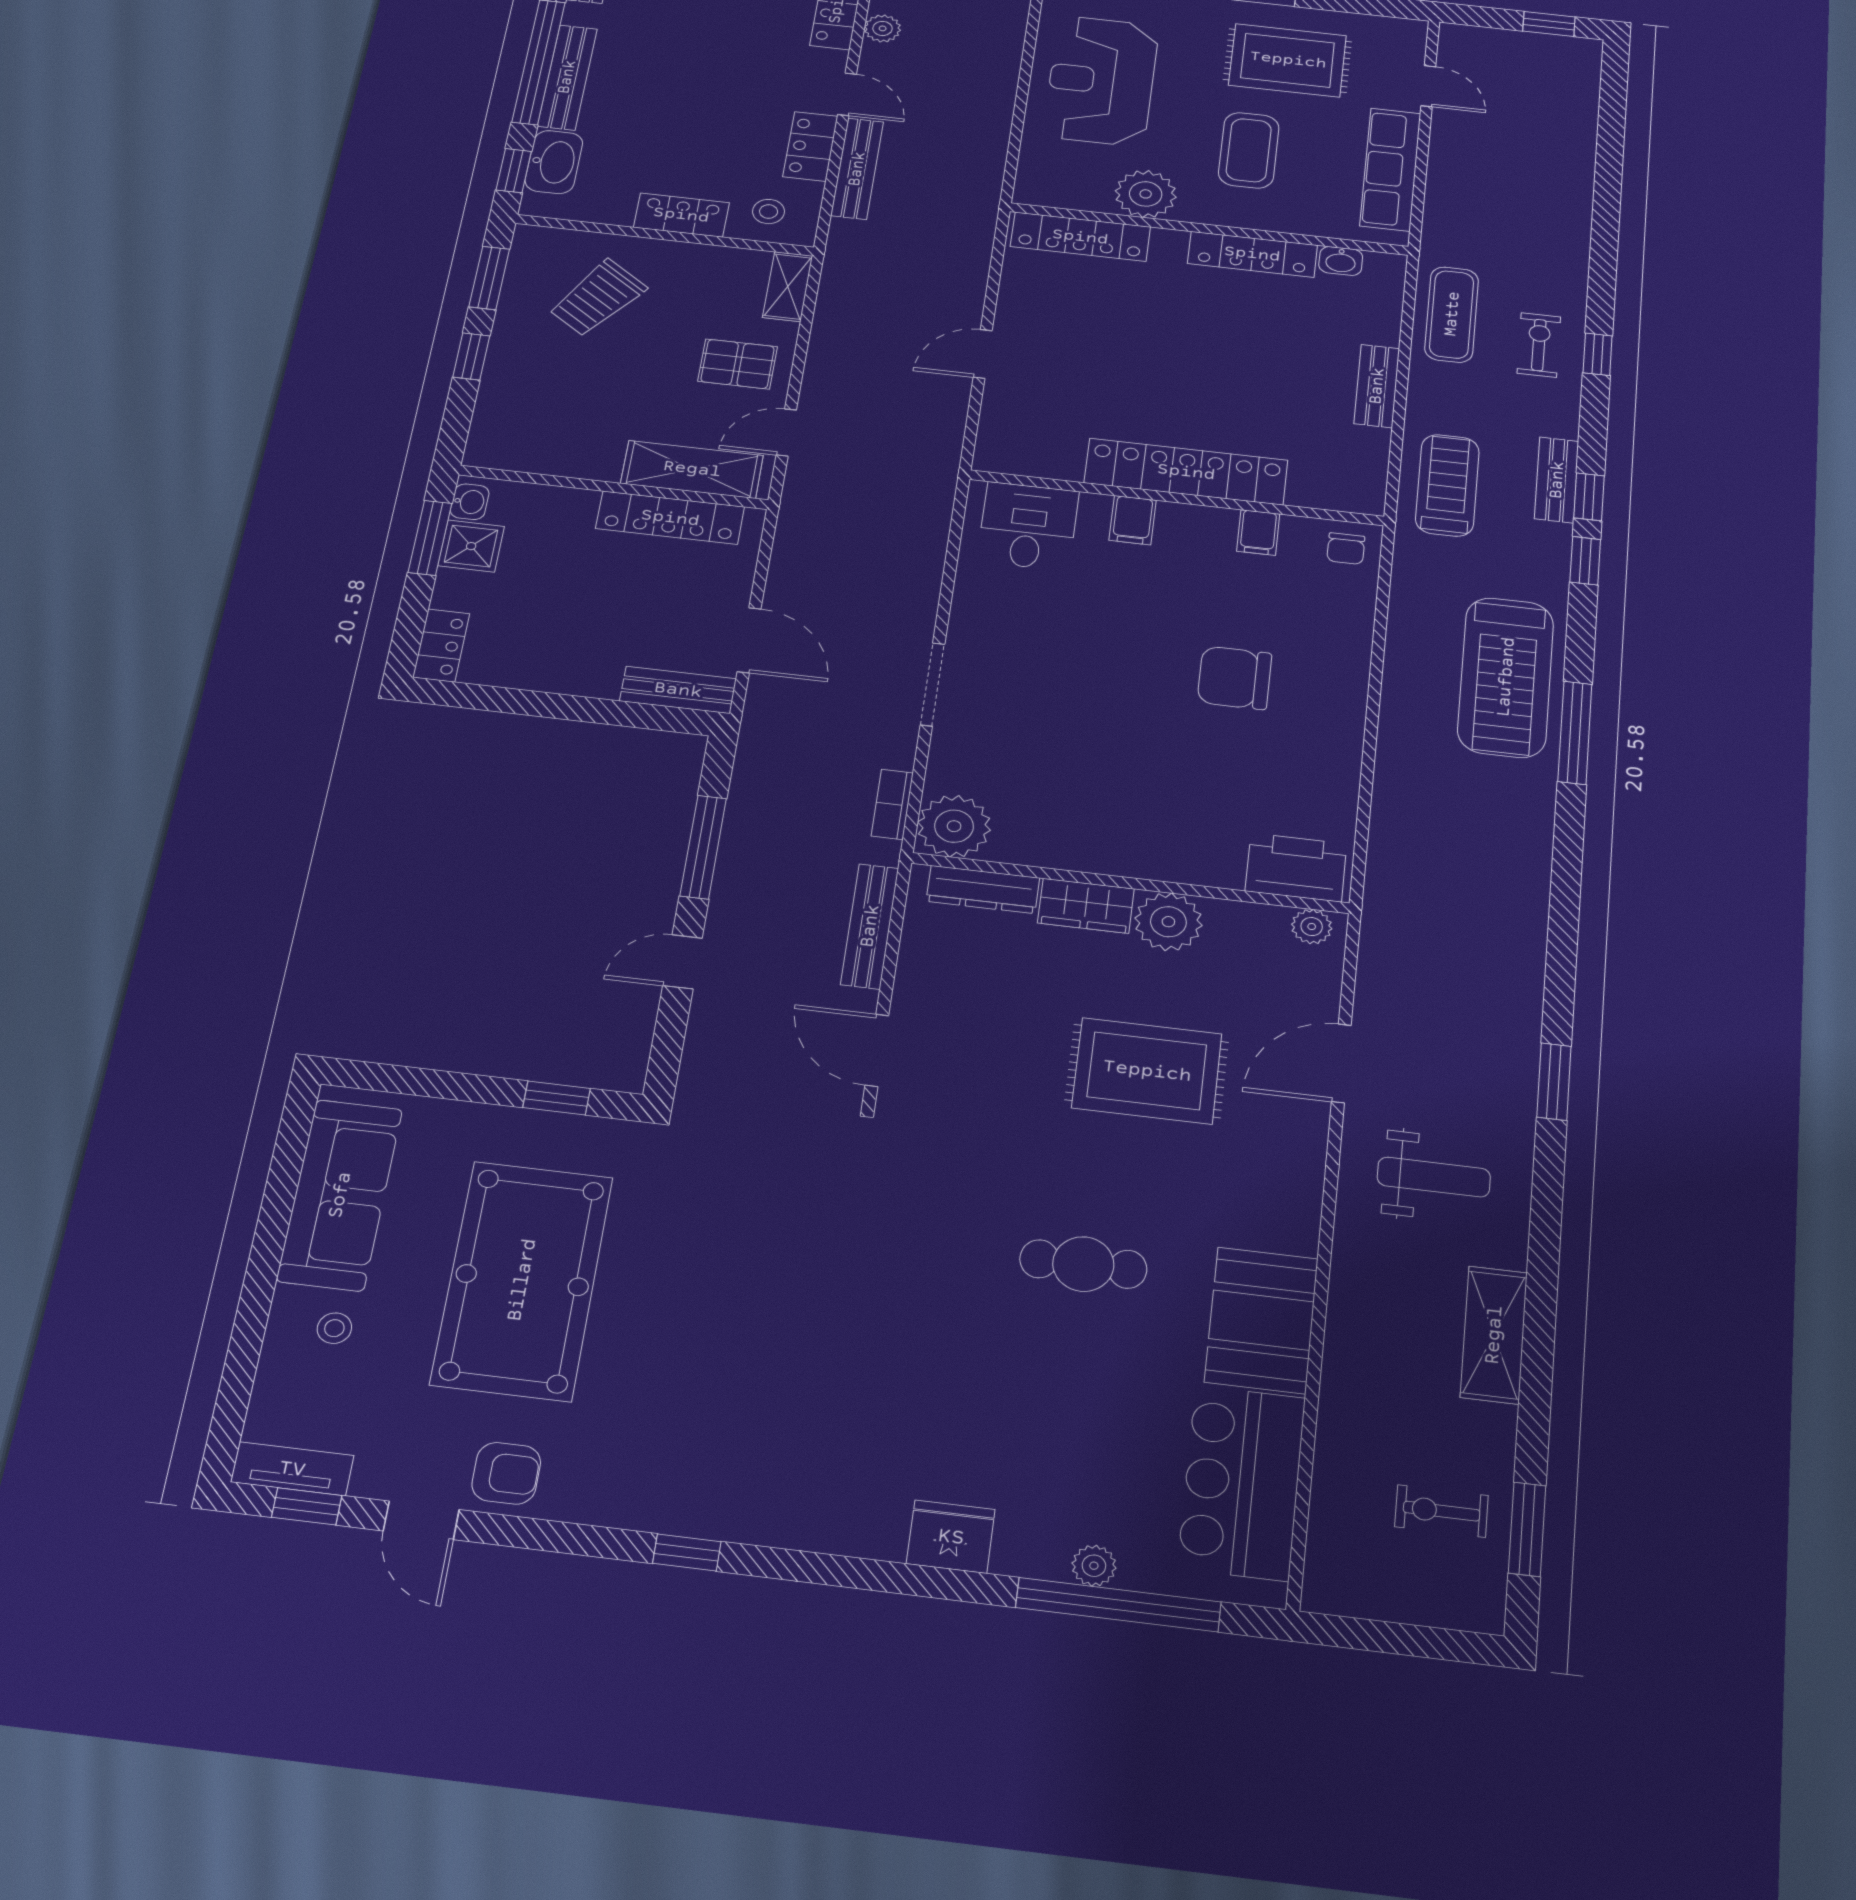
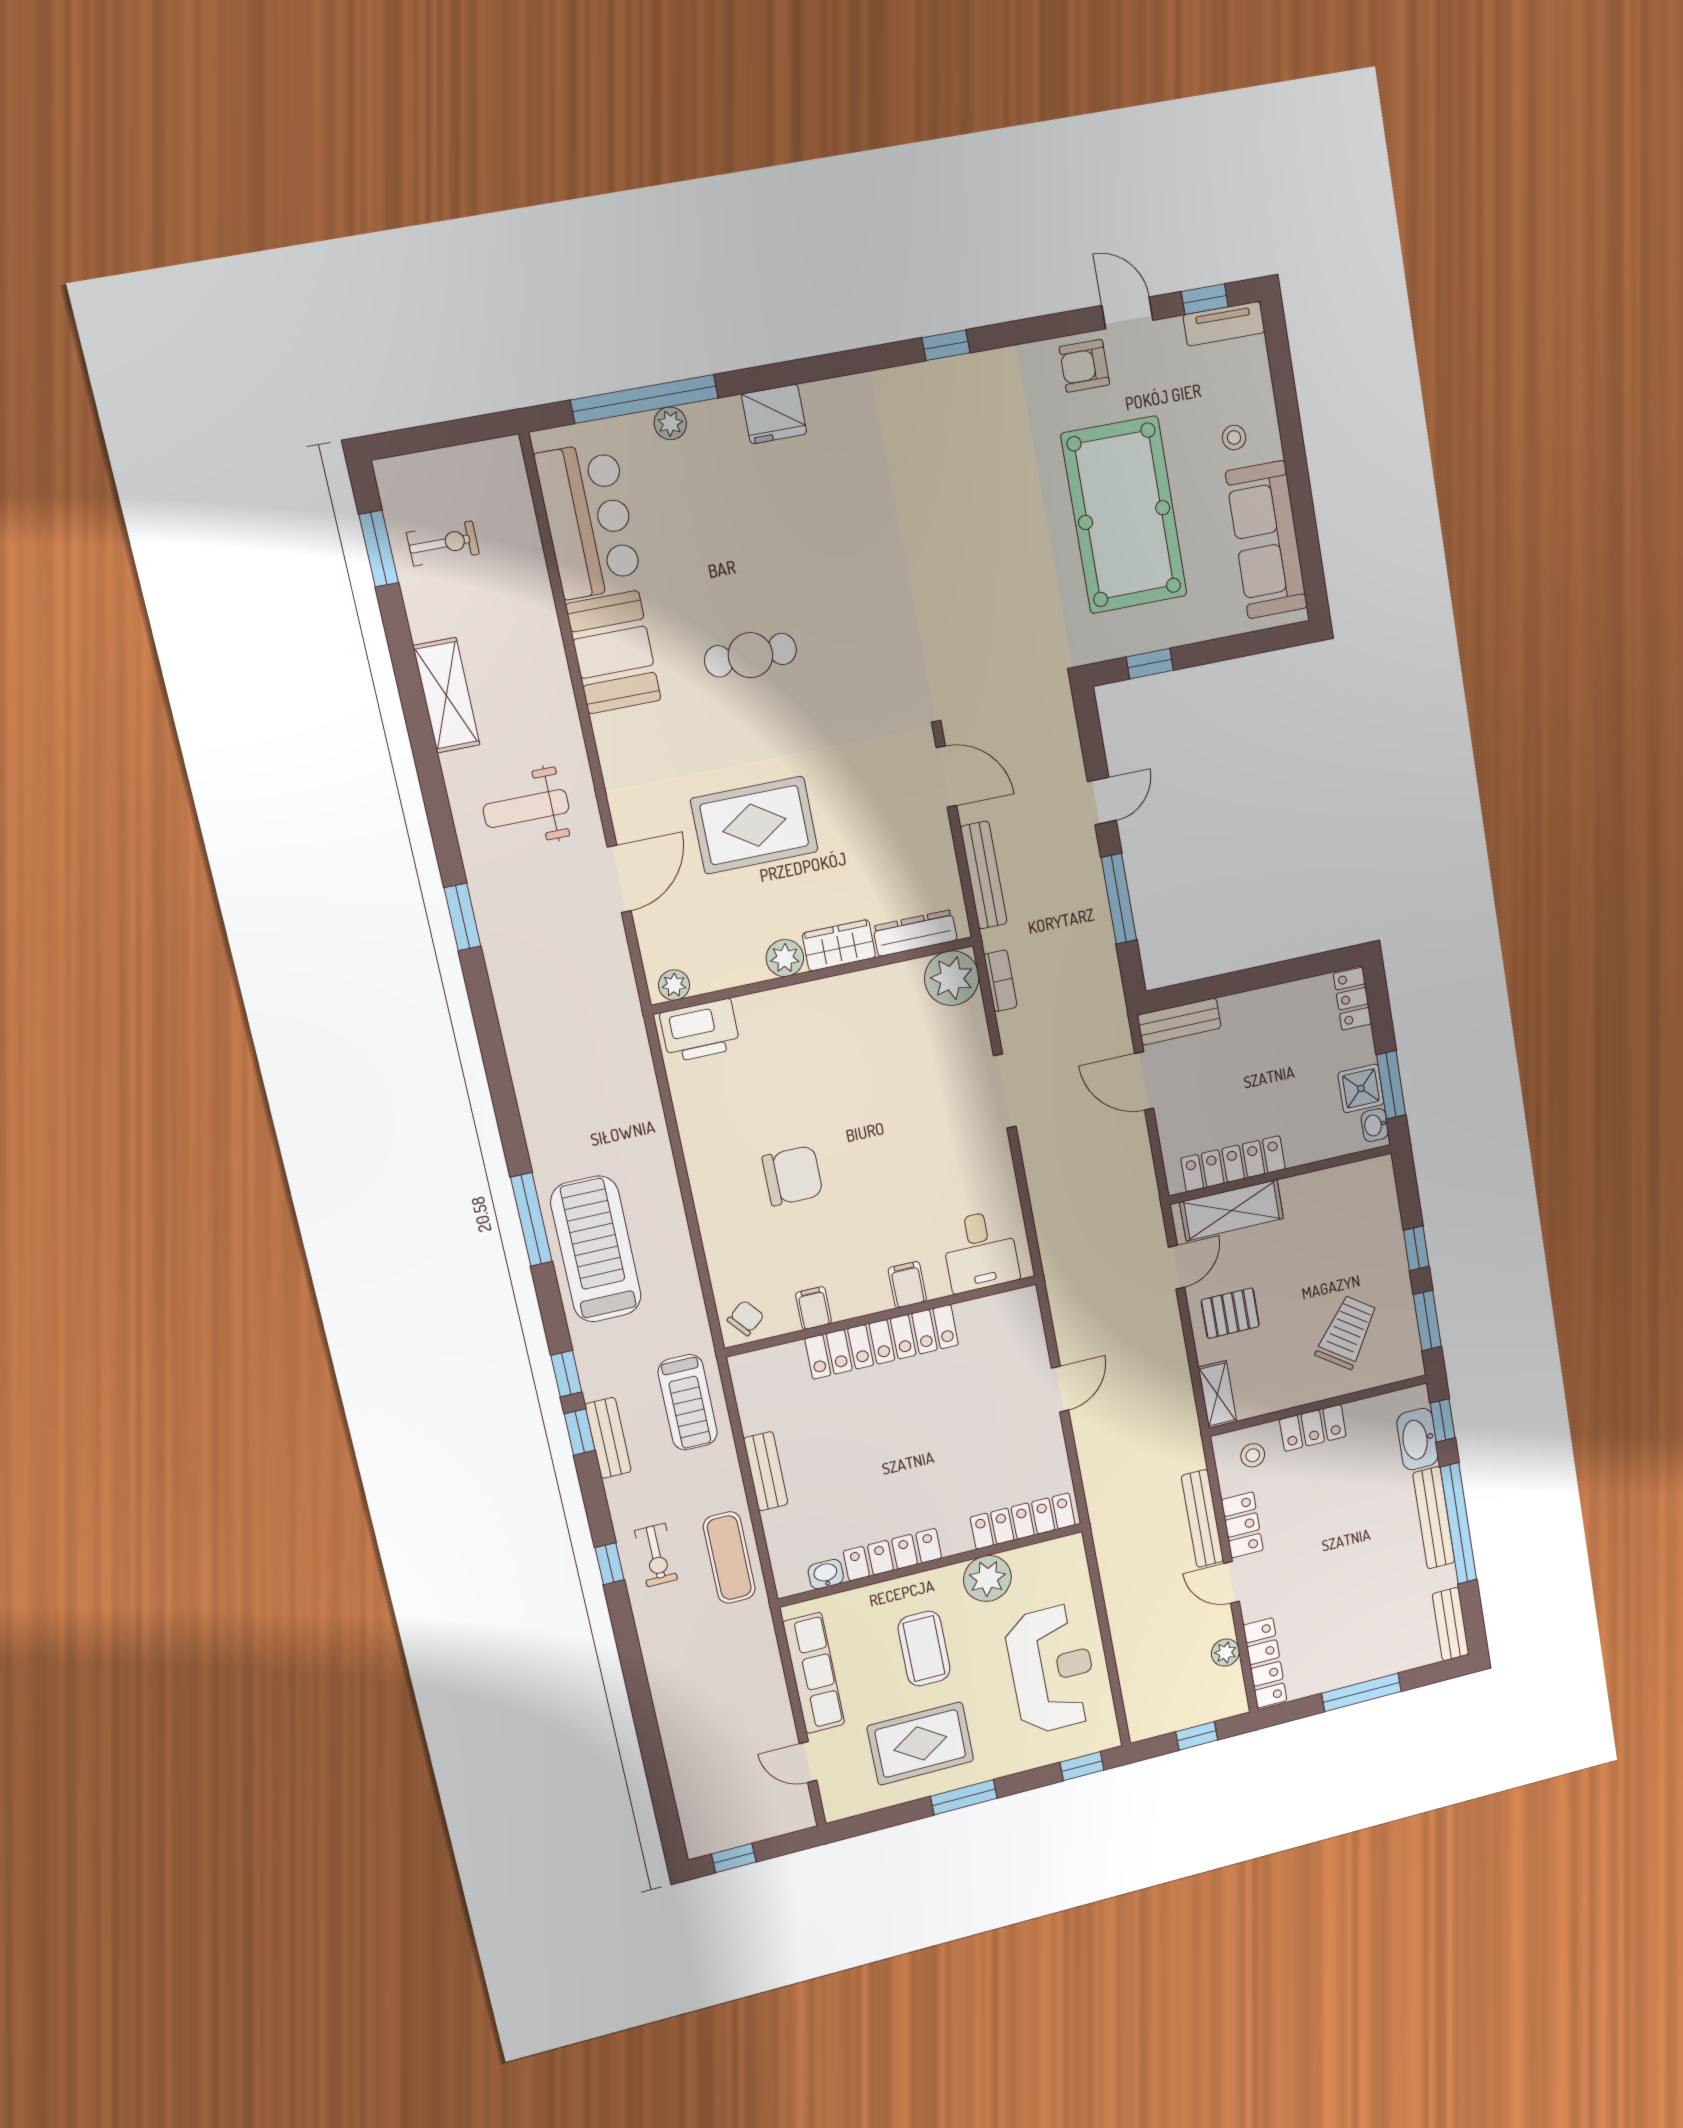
chair: (1346, 549) -> (746, 1318), turned 51
plant: (1168, 922) -> (785, 958), width x0.73, depth x0.73

